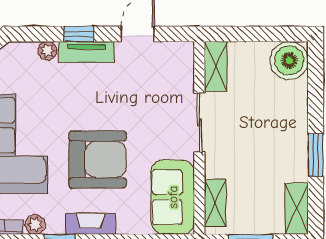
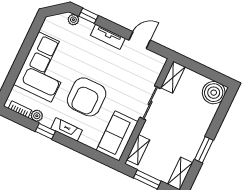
window: (79, 34) -> (88, 16), moved
plant: (47, 51) -> (73, 20), moved
armchair: (98, 159) -> (87, 97), turned 90

